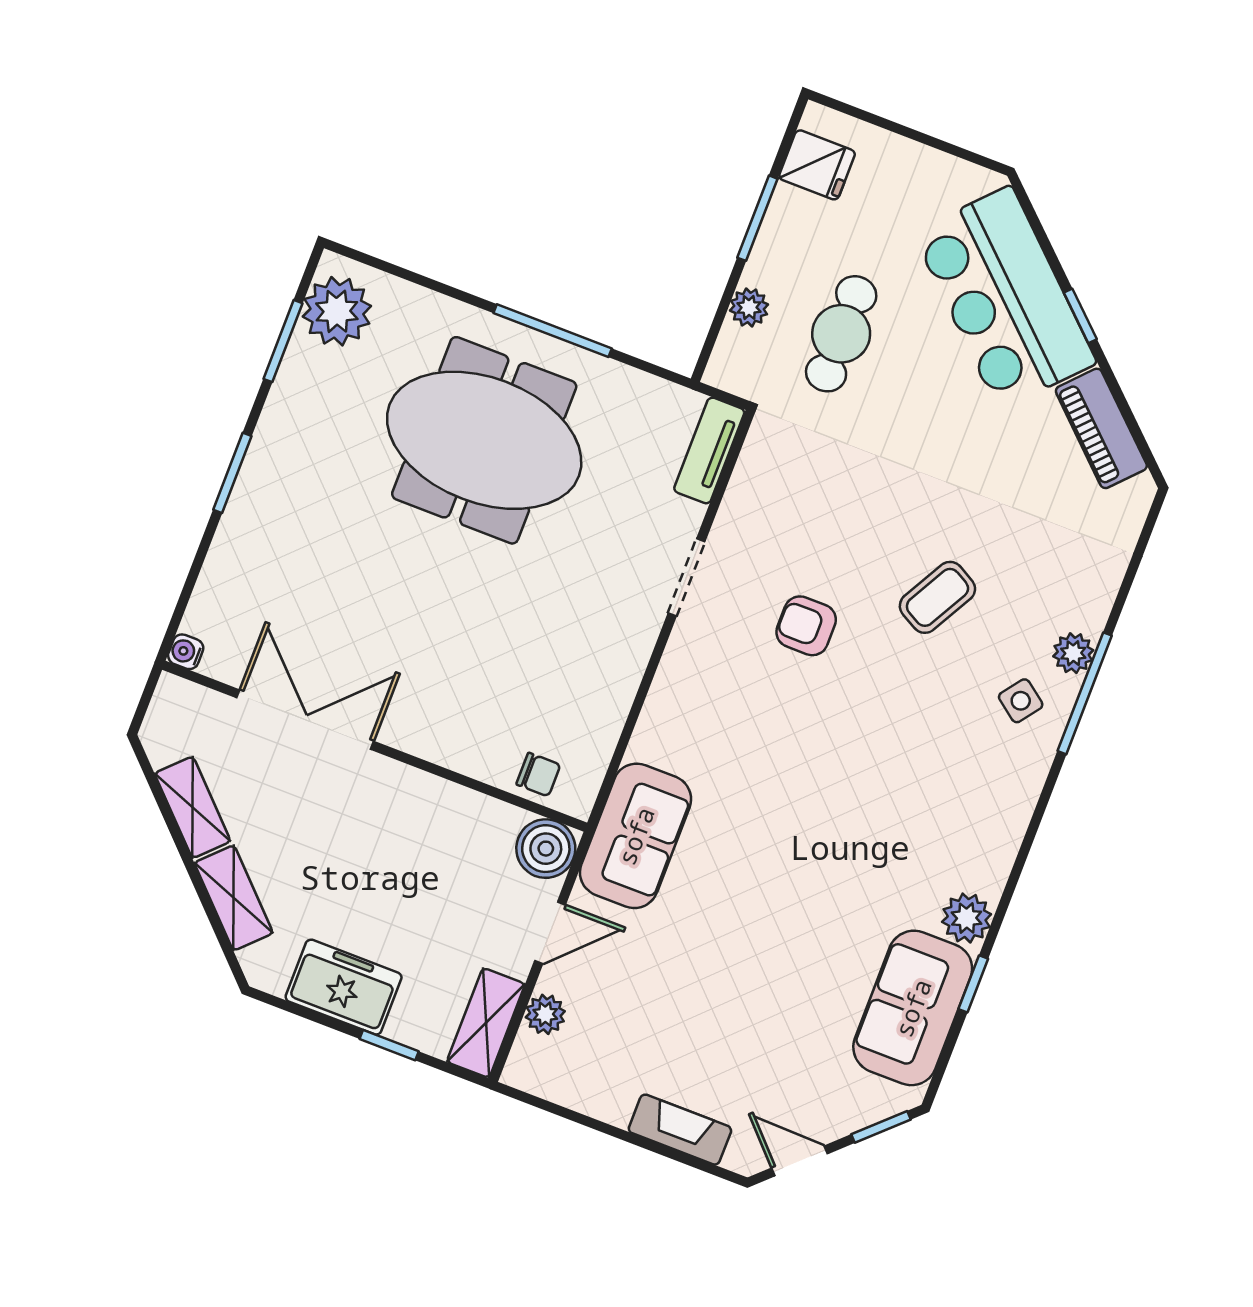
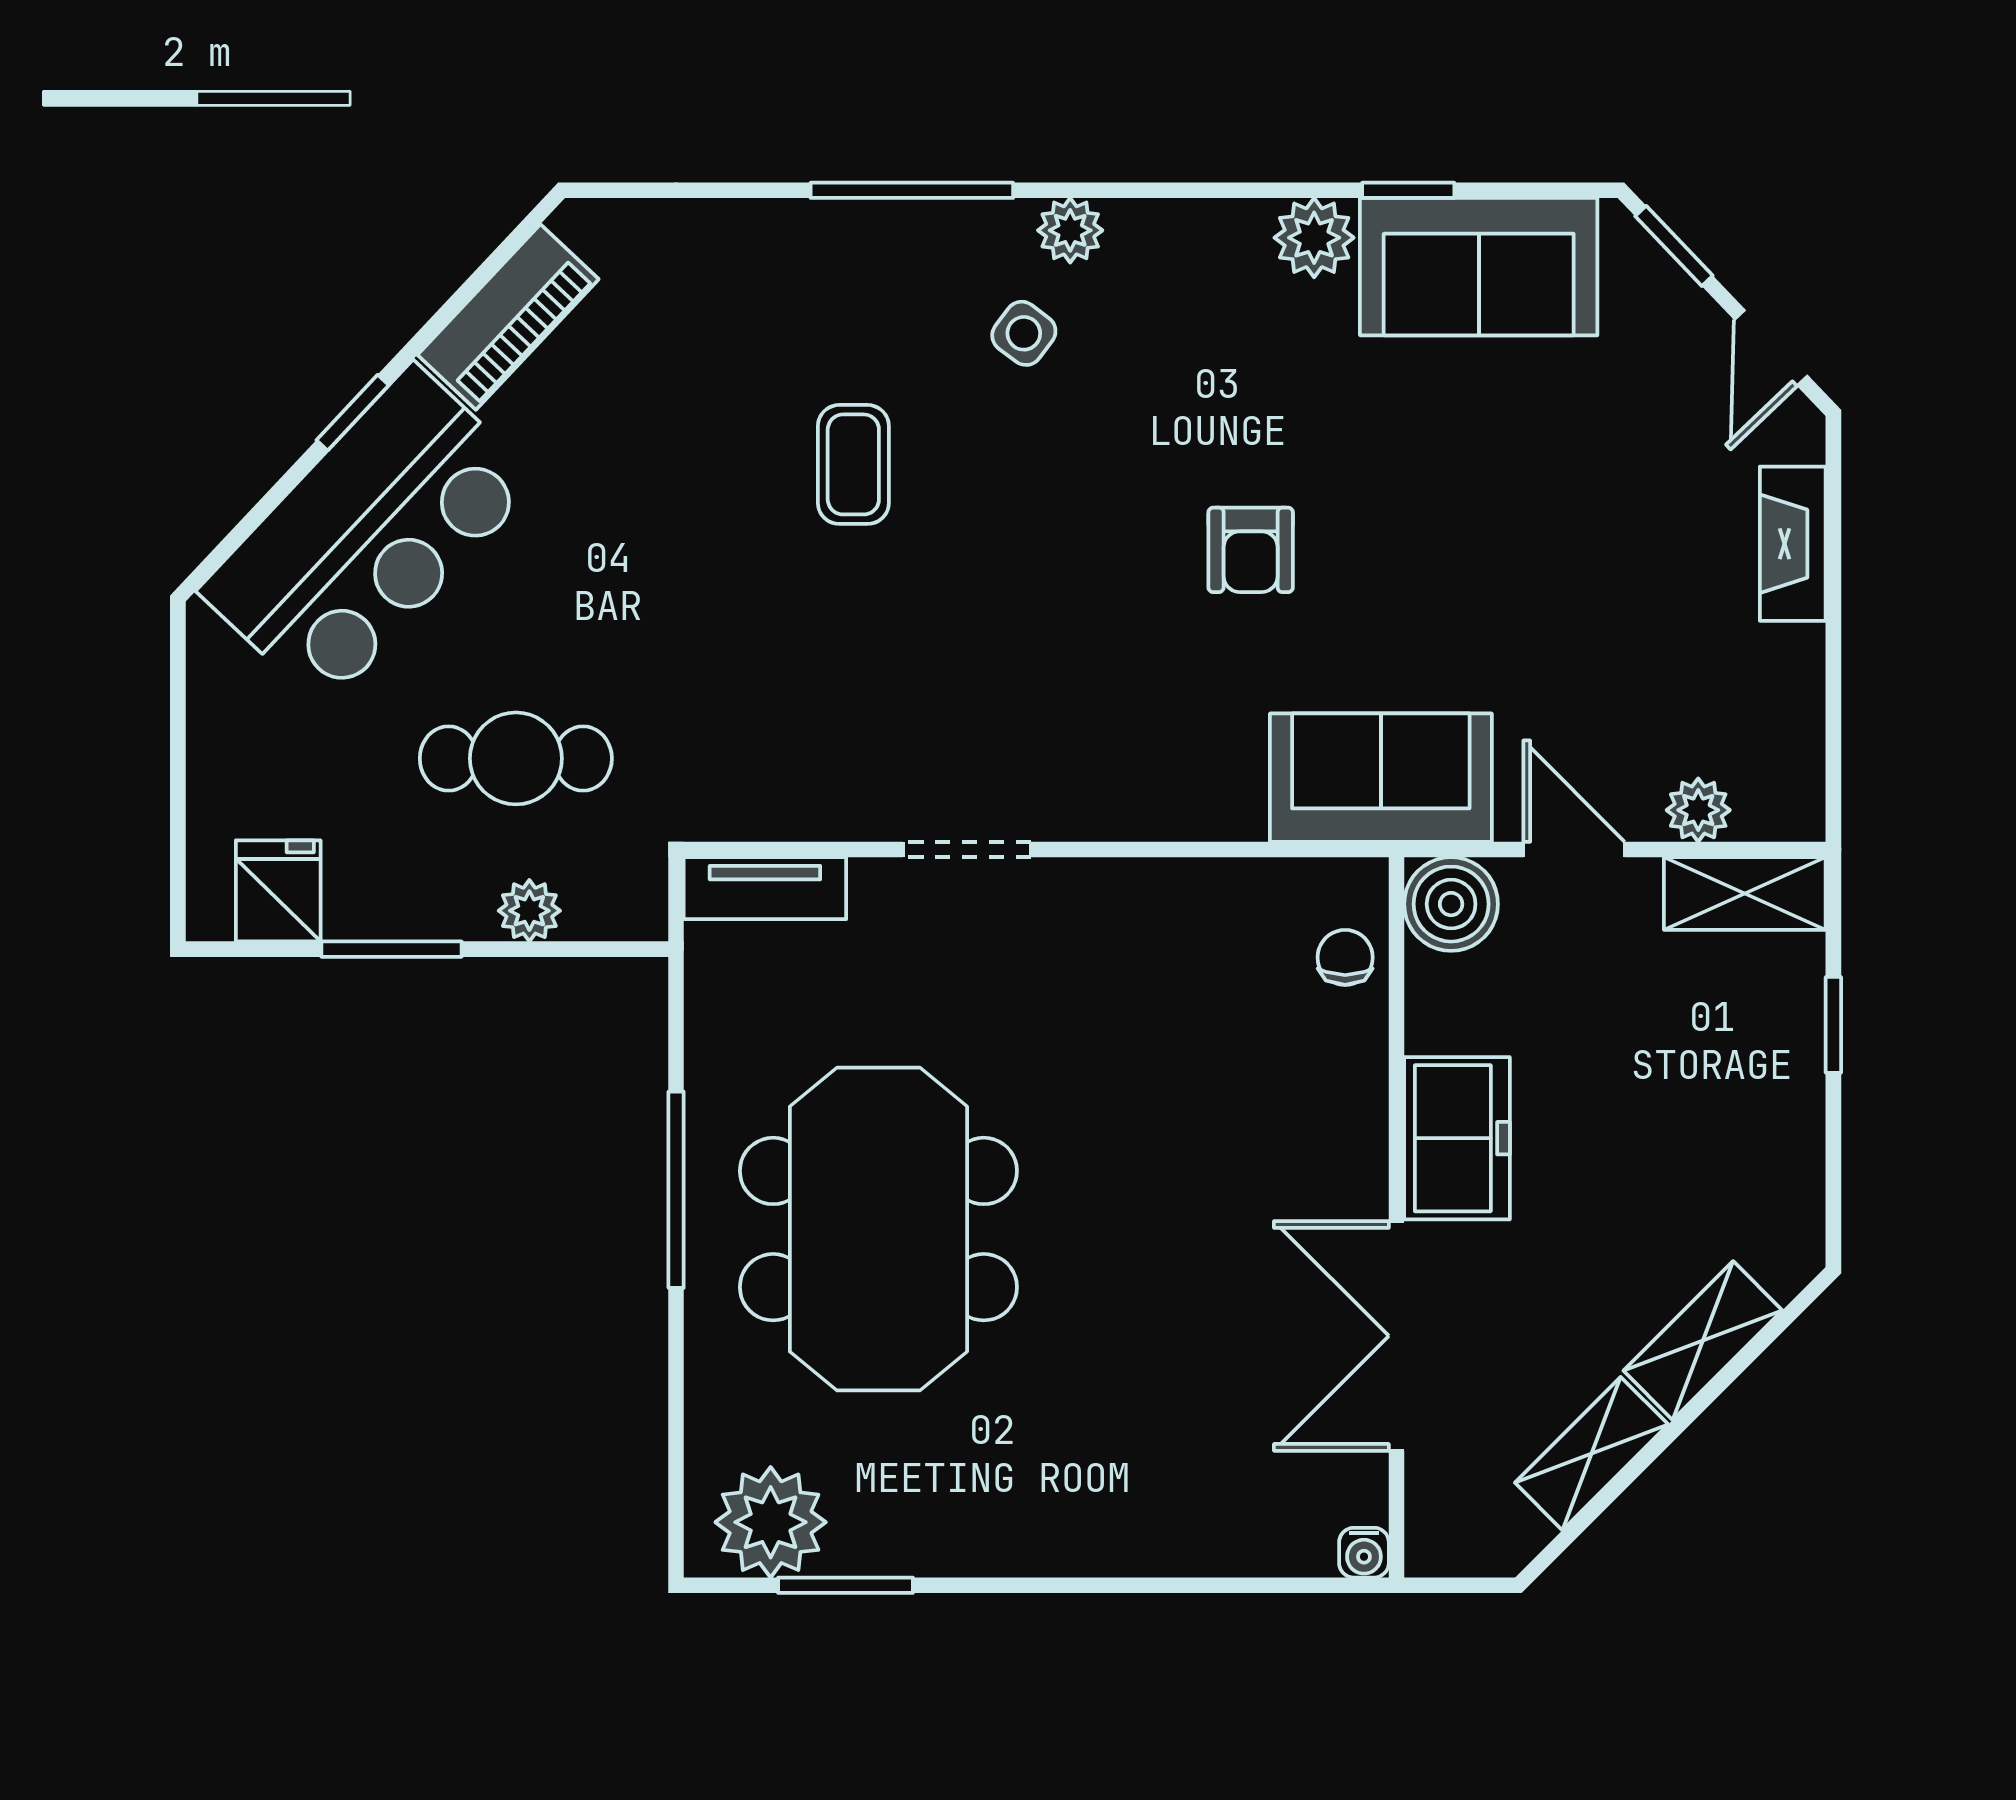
window: (232, 473) -> (1071, 1585), removed
coffee table: (937, 597) -> (853, 464), turned 61
armchair: (806, 626) -> (1251, 550), moved
plant: (1073, 653) -> (1070, 230), moved
side table: (1021, 701) -> (1024, 333), moved
freezer: (344, 987) -> (1457, 1138), moved, turned 180

